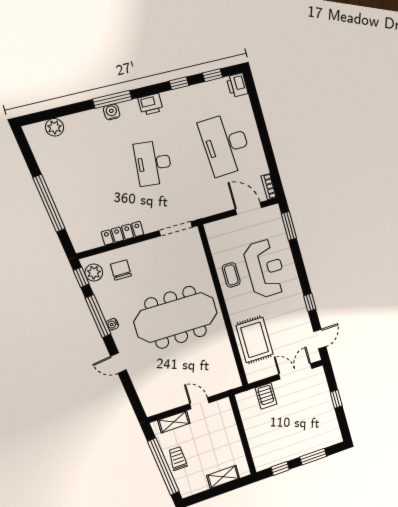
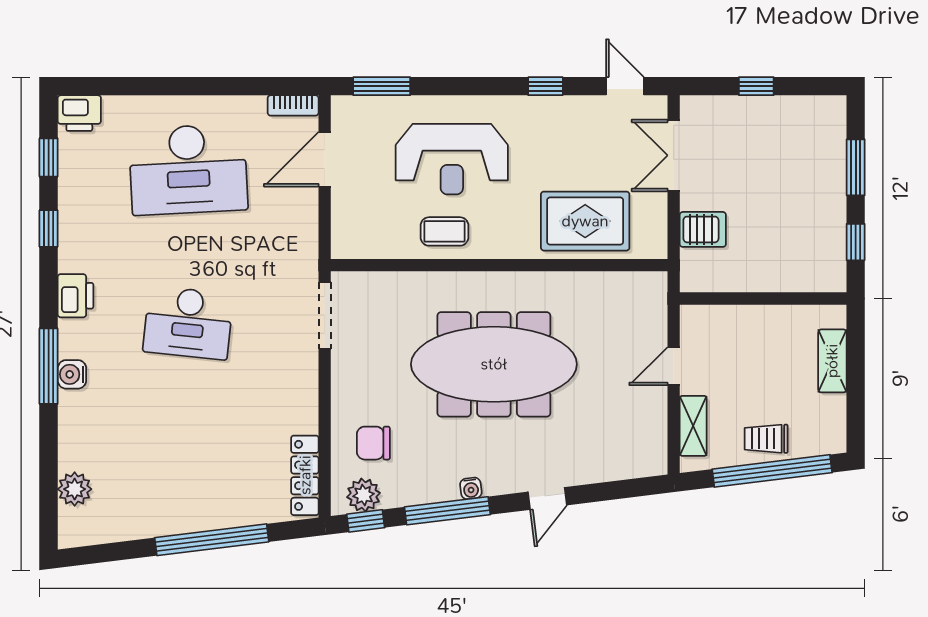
locker: (123, 233) -> (305, 475), moved
reception desk: (265, 269) -> (452, 159), turned 180
meeting table: (176, 317) -> (494, 364), turned 90

